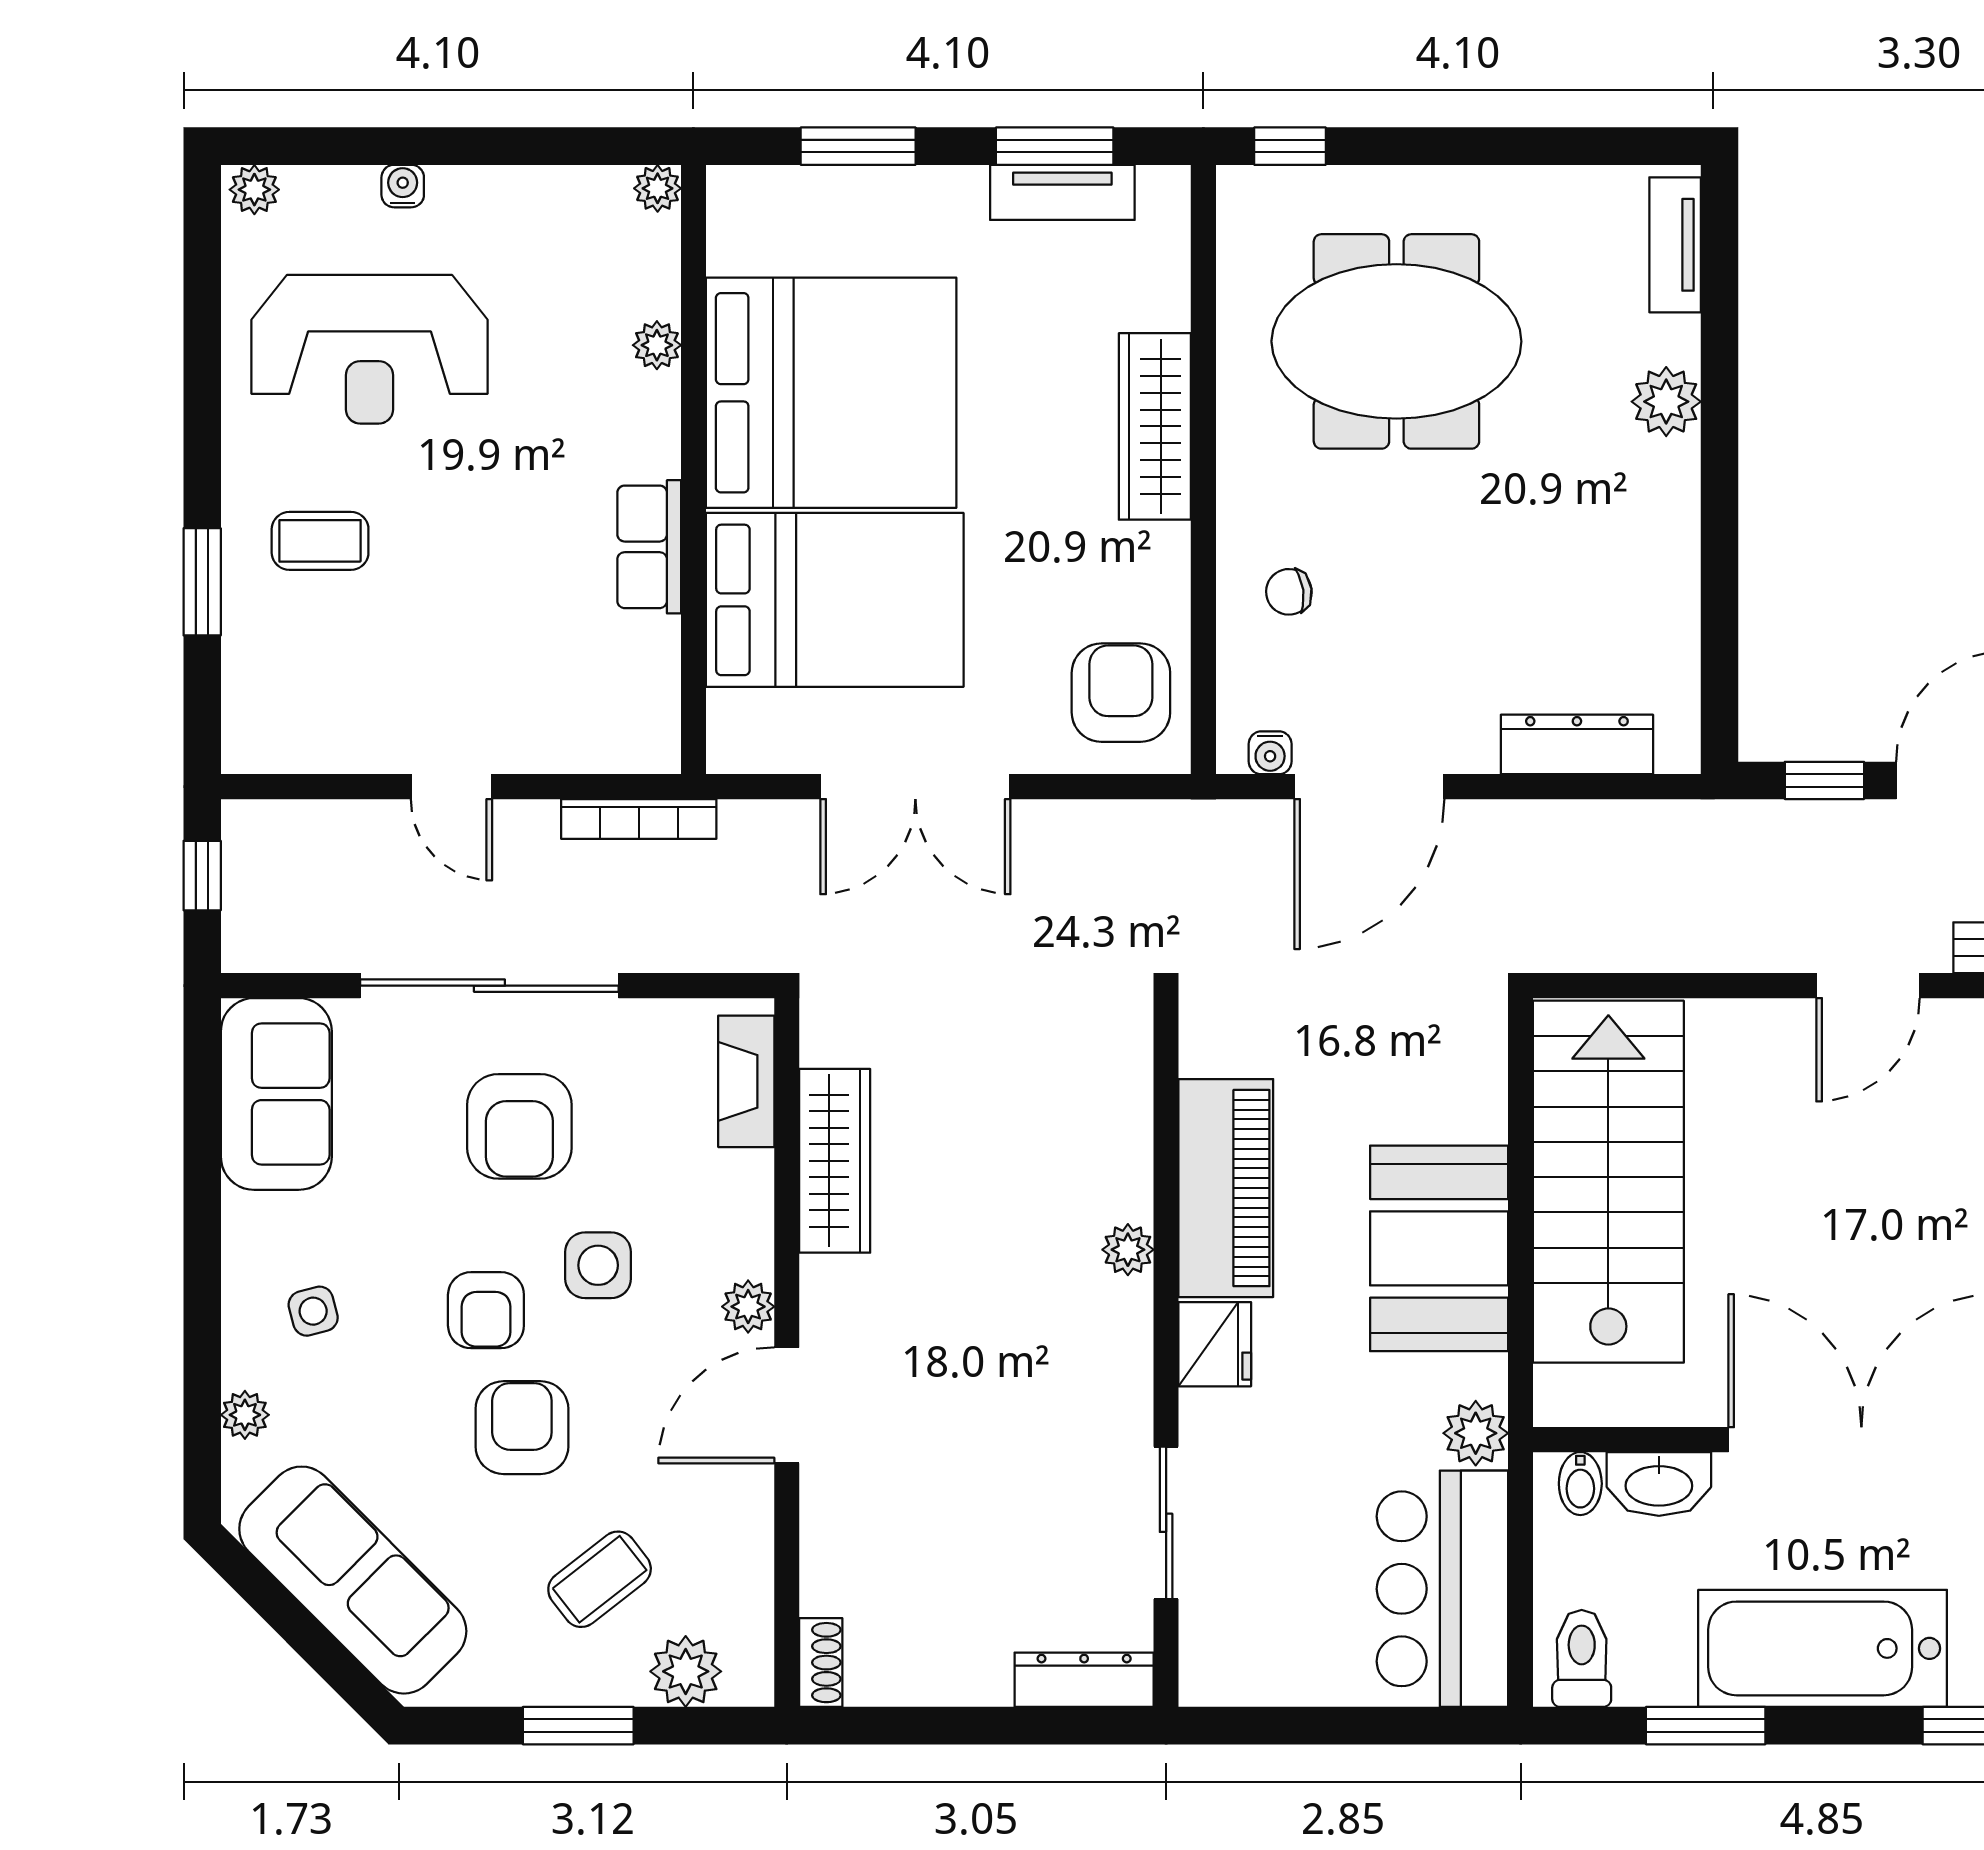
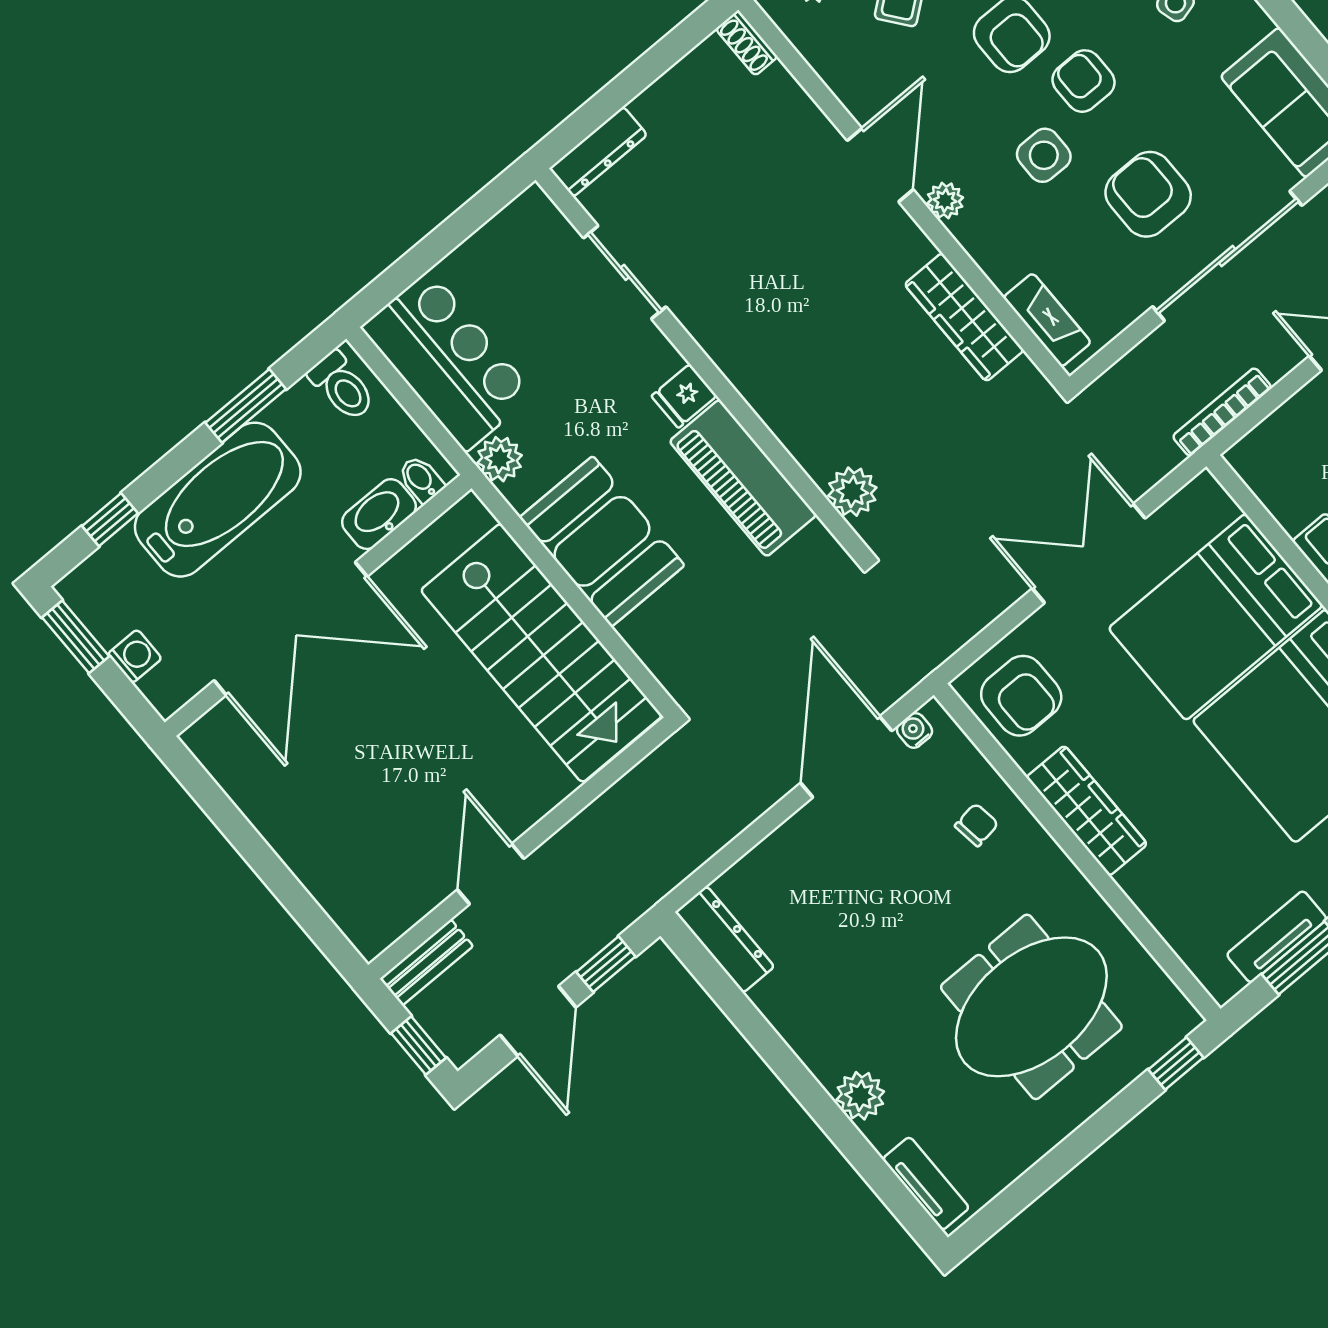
wardrobe: (1155, 426) -> (1087, 811), moved
dresser: (1577, 744) -> (725, 939), moved, turned -90
plant: (1128, 1250) -> (852, 492), moved, width x1.38, depth x1.38
fridge: (1215, 1344) -> (684, 396), width x0.72

